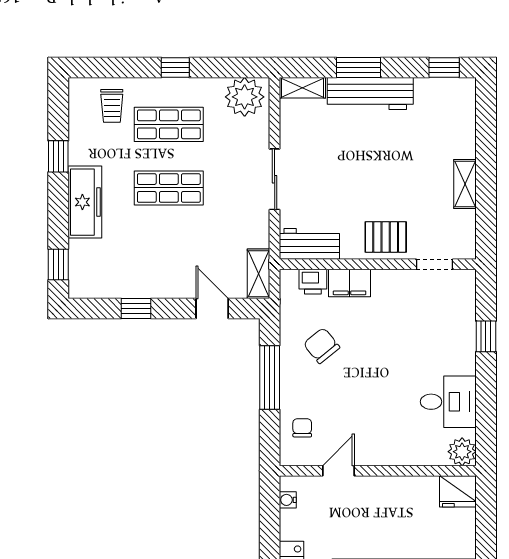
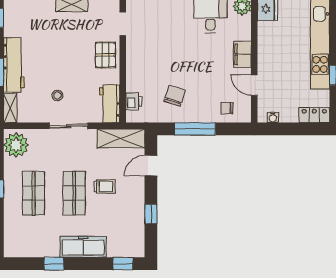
trolley: (112, 106) -> (105, 186), moved
stool: (322, 162) -> (57, 95), added
shelving: (258, 274) -> (121, 138), width x1.50, depth x1.33
filing cabinet: (350, 283) -> (242, 54), moved, turned 180
chair: (322, 346) -> (175, 96), turned 147

